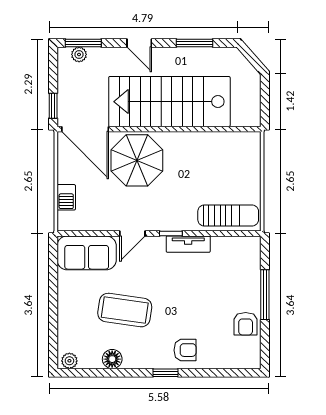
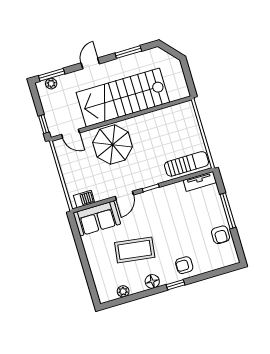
door: (139, 43) -> (90, 63), swing flipped
door: (85, 129) -> (70, 134), width x0.53
barbecue: (66, 197) -> (84, 199), moved, turned -90
tv unit: (188, 244) -> (200, 181), moved
armchair: (185, 350) -> (184, 265), turned 180
floor lamp: (112, 359) -> (152, 281), moved
plant: (69, 361) -> (123, 291), moved

